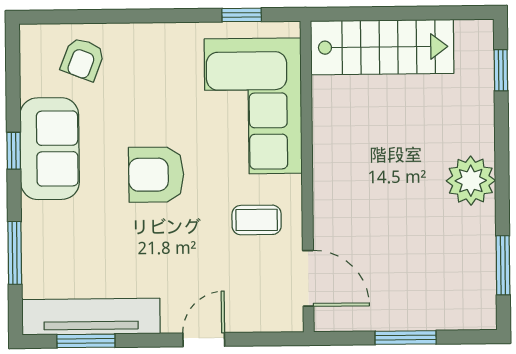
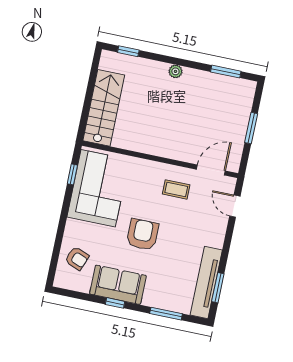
corner sofa: (253, 106) -> (98, 188), moved, turned -90
armchair: (156, 175) -> (143, 234), turned 180
plant: (471, 181) -> (175, 71), width x0.53, depth x0.53
coffee table: (257, 220) -> (176, 189), turned 90
door: (204, 340) -> (235, 206), moved

